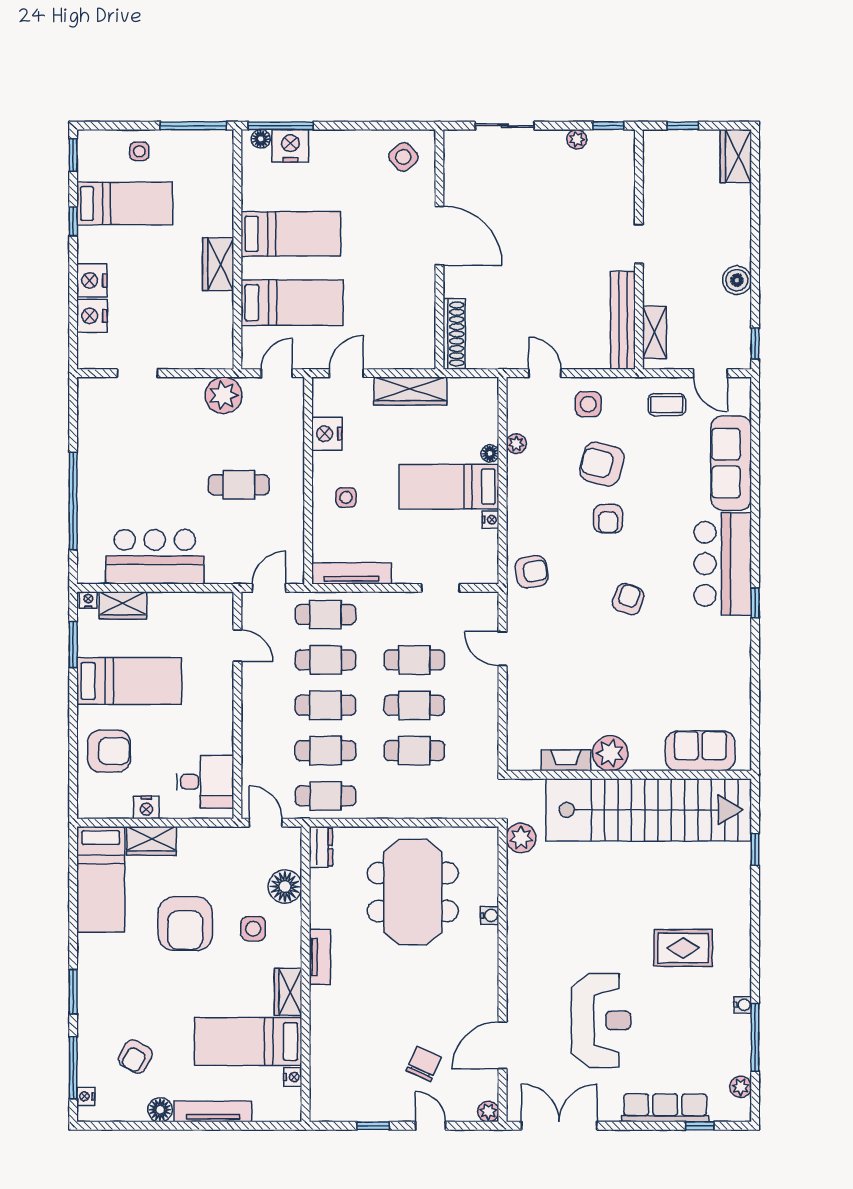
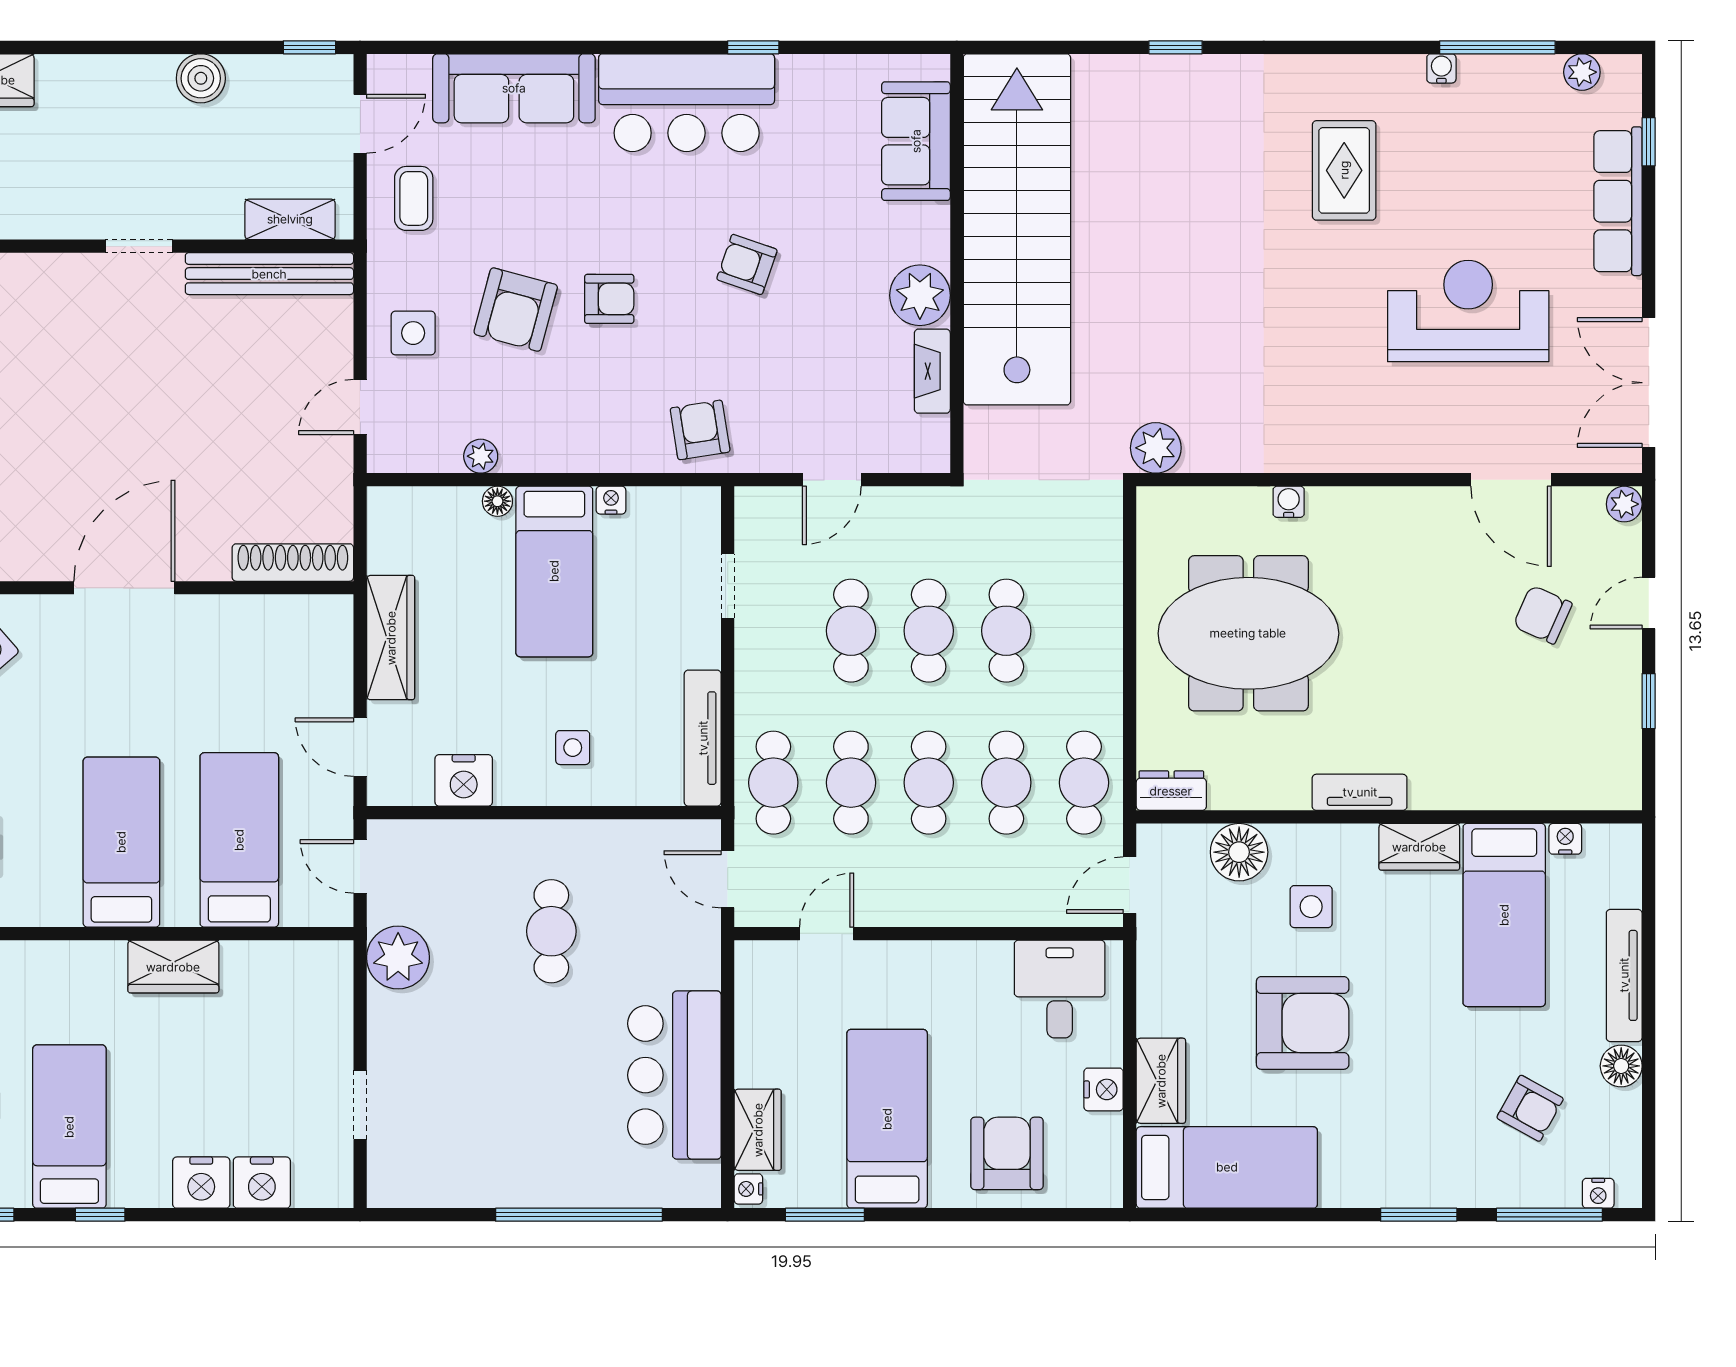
sofa: (700, 751) -> (916, 141), moved
plant: (610, 753) -> (920, 295), moved
fireplace: (566, 760) -> (932, 371), moved
wall: (629, 775) -> (957, 263), moved
stairs: (649, 810) -> (1017, 229), moved

